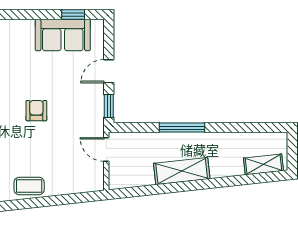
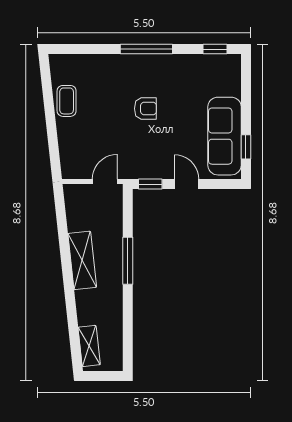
sofa: (63, 35) -> (225, 136), width x1.36

